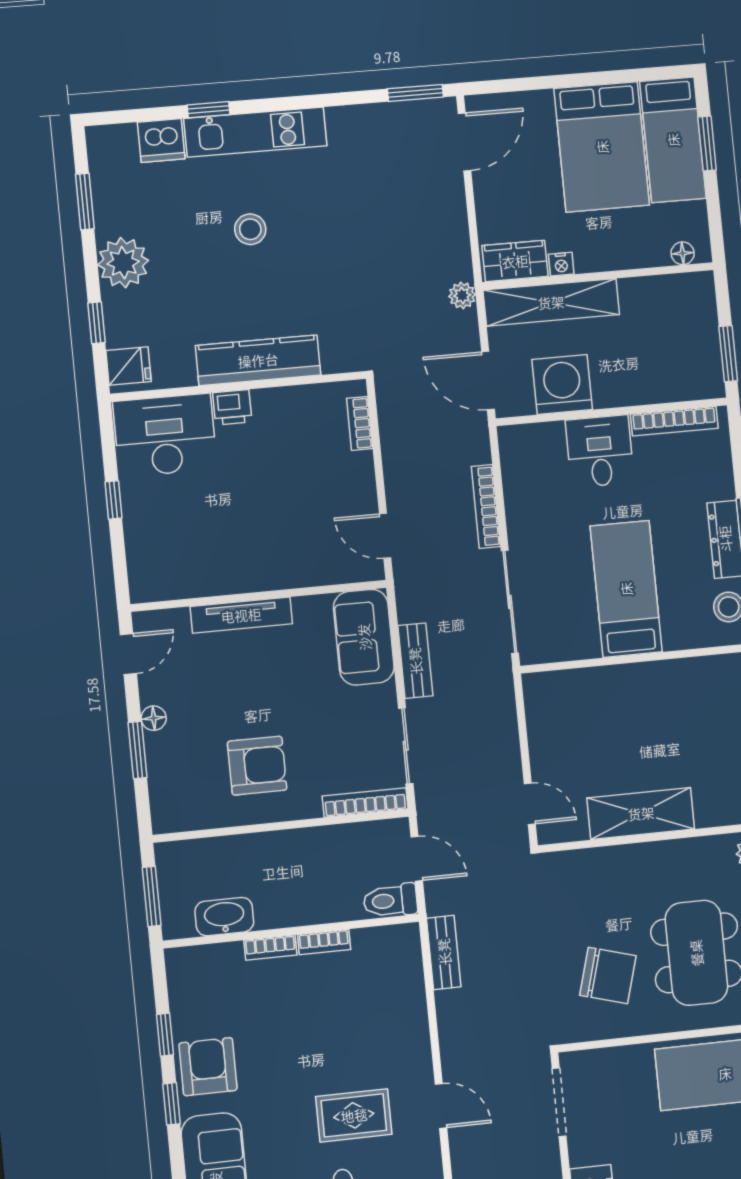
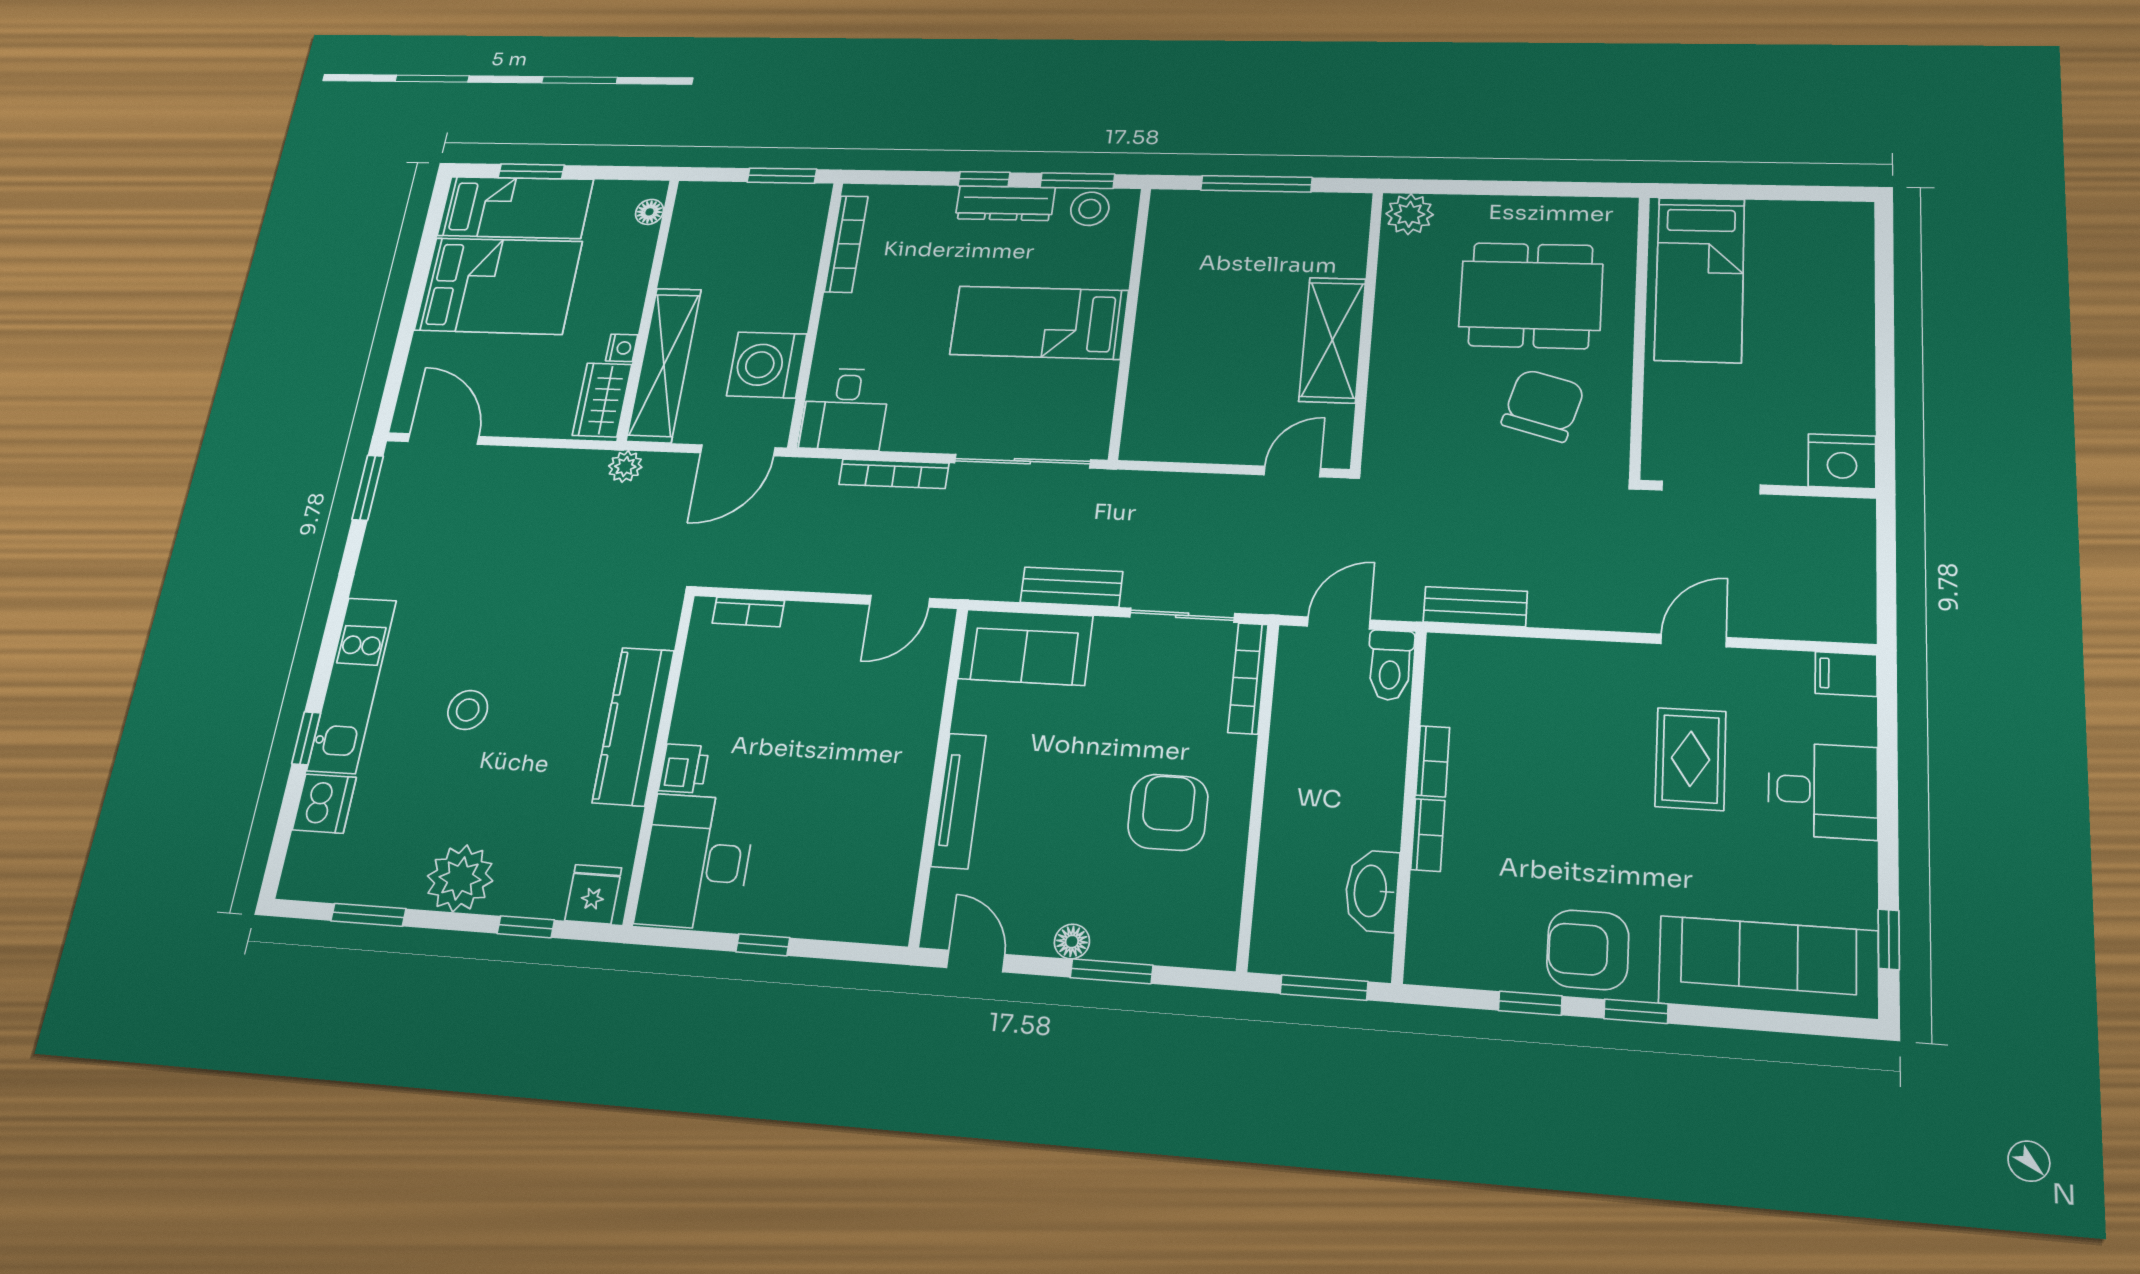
desk: (600, 451) -> (845, 409), moved, turned -90

